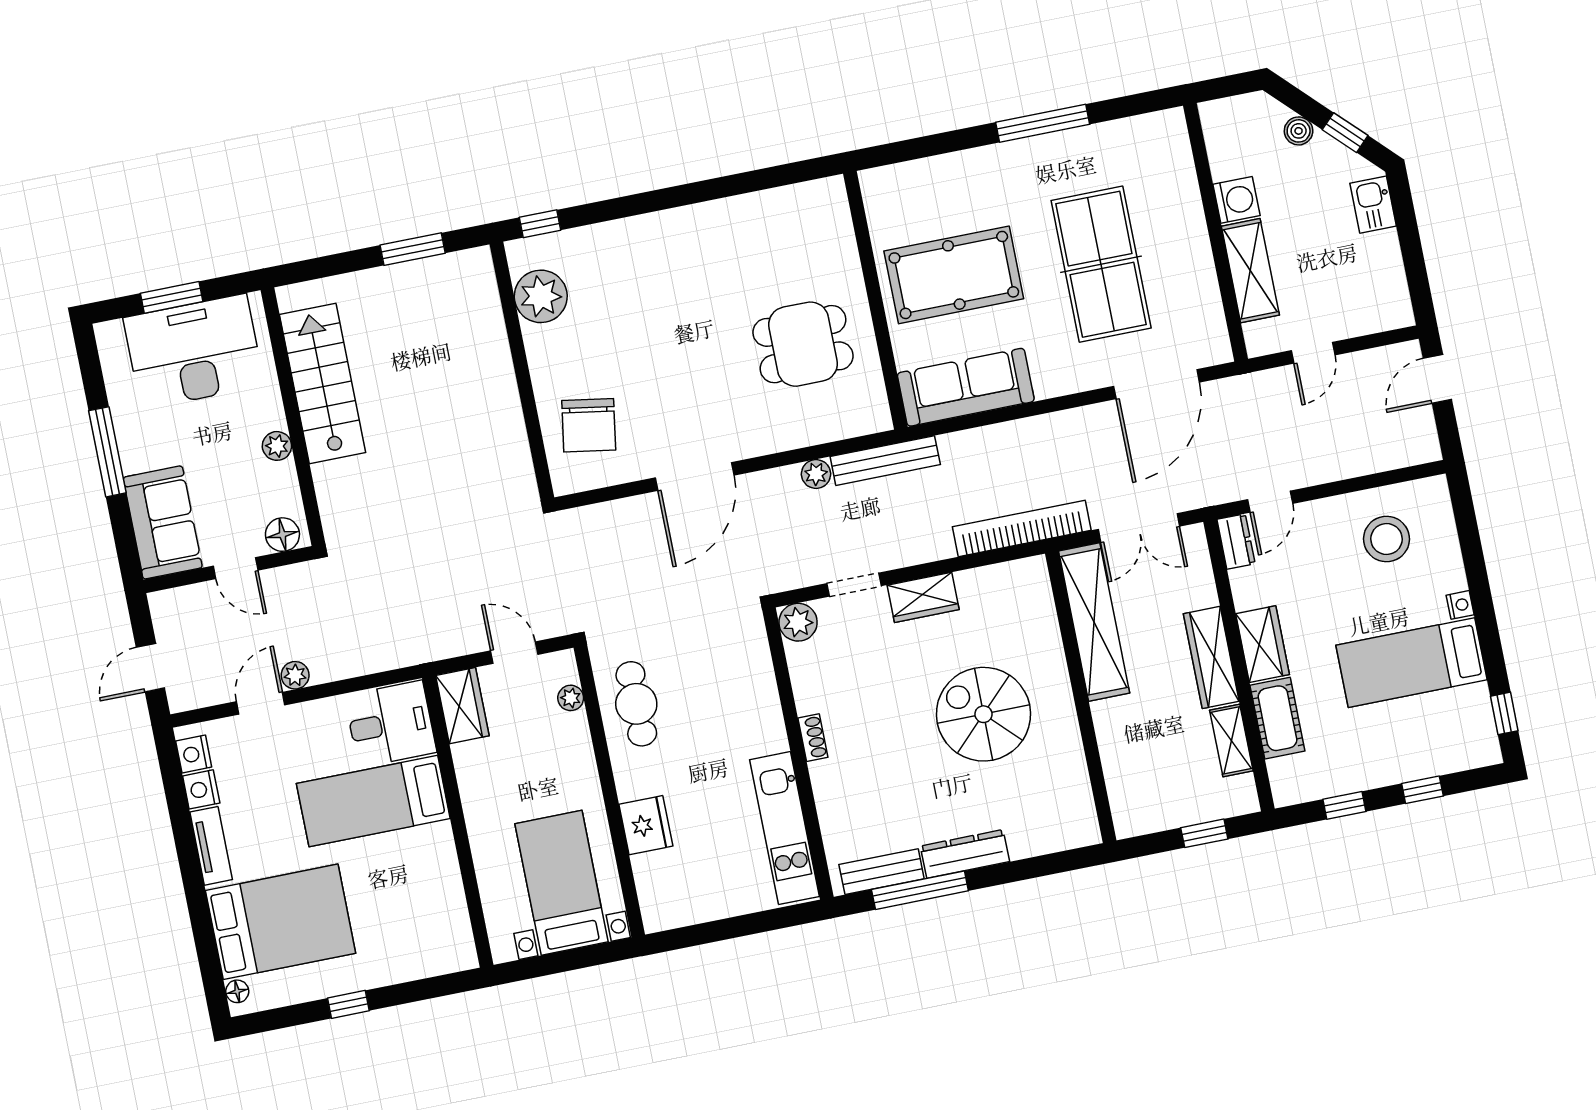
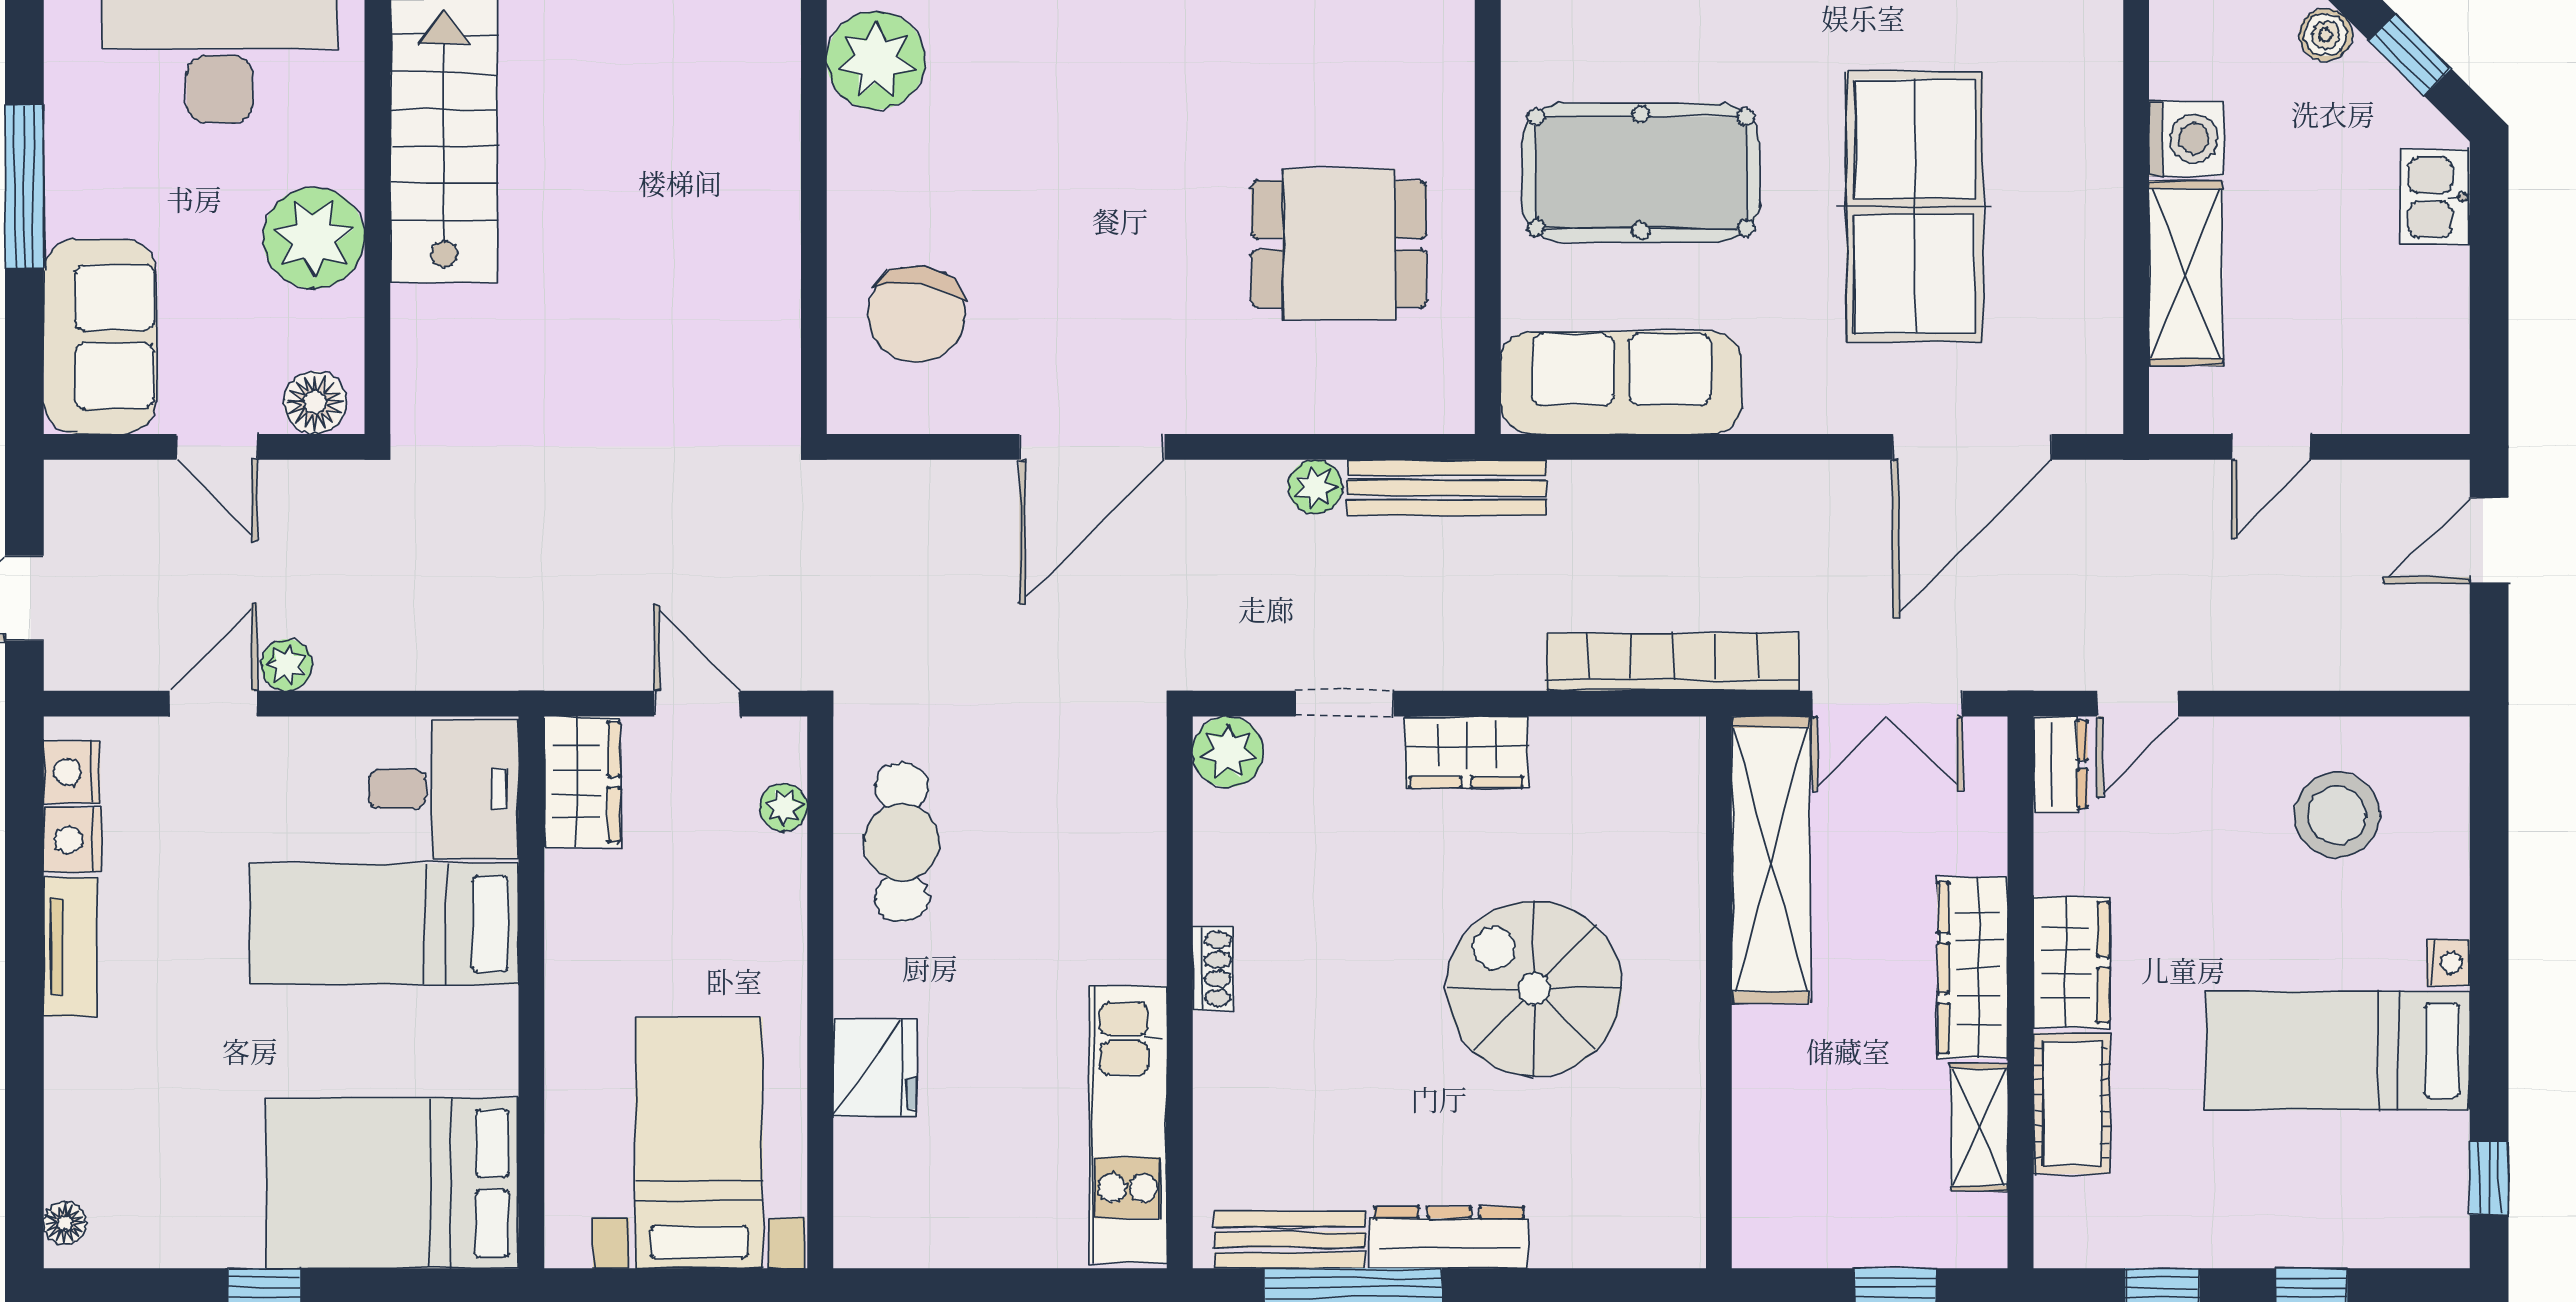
plant: (277, 446) -> (314, 238), width x1.87, depth x1.87
bed: (281, 922) -> (392, 1183), moved, turned 180

